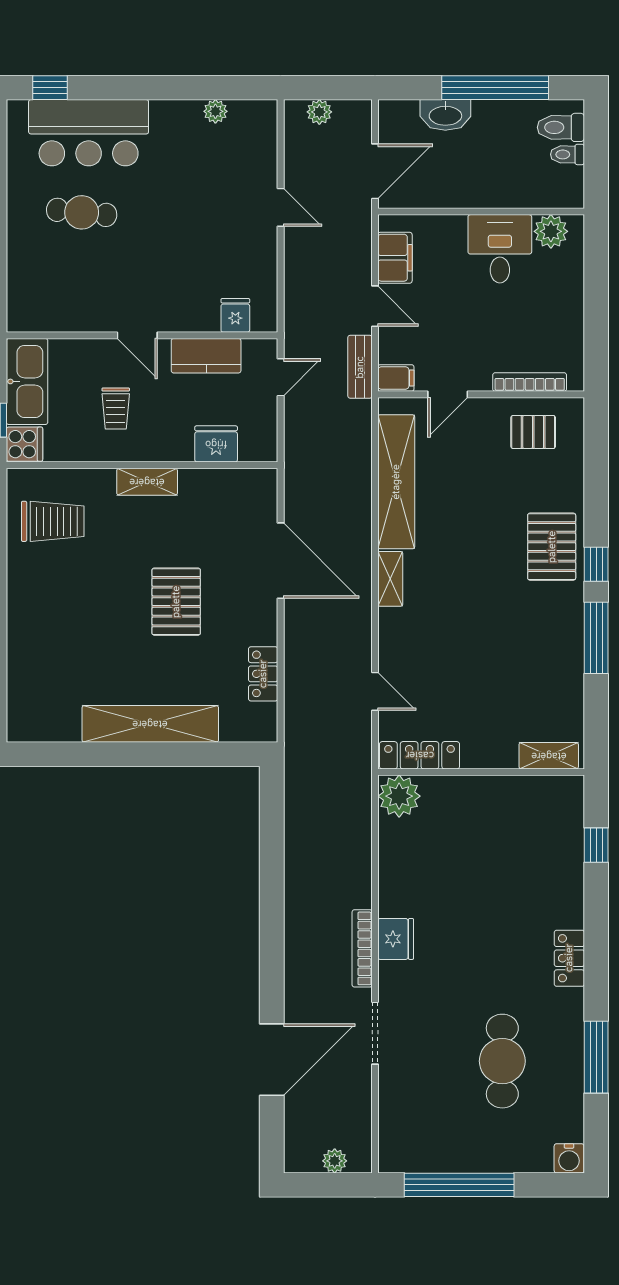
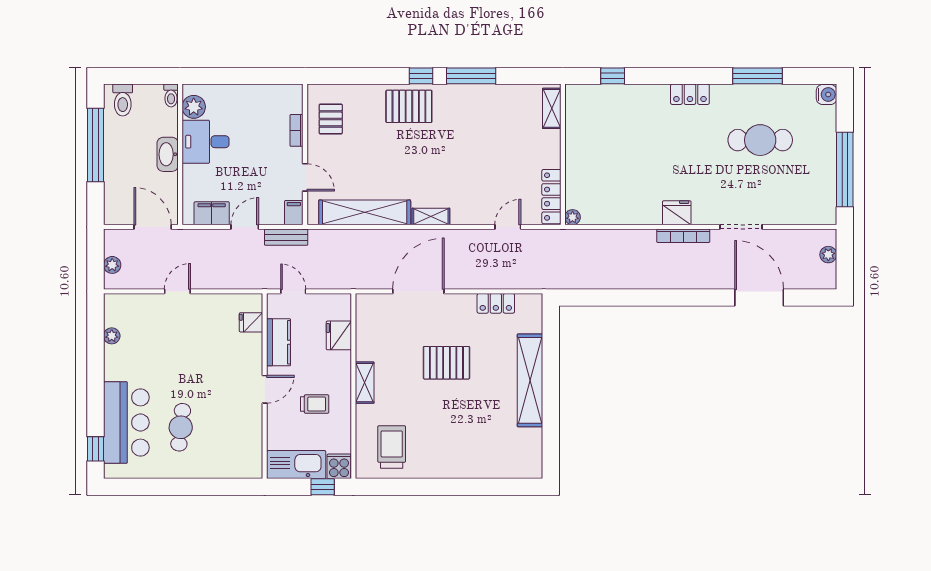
washbasin: (445, 115) -> (168, 154), moved, turned 180
toilet: (567, 154) -> (171, 96), moved
bookcase: (530, 382) -> (297, 130), width x0.64
plant: (399, 796) -> (573, 217), width x0.53, depth x0.53

